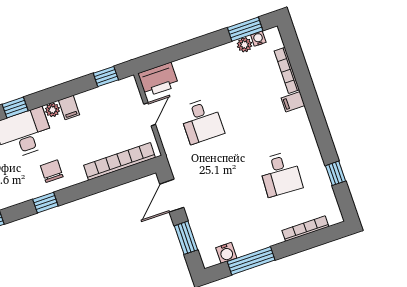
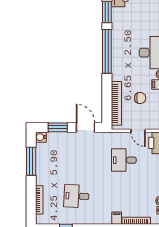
chair: (52, 171) -> (140, 98), moved
window: (45, 203) -> (107, 51), width x3.17
water cooler: (226, 253) -> (41, 137), moved

